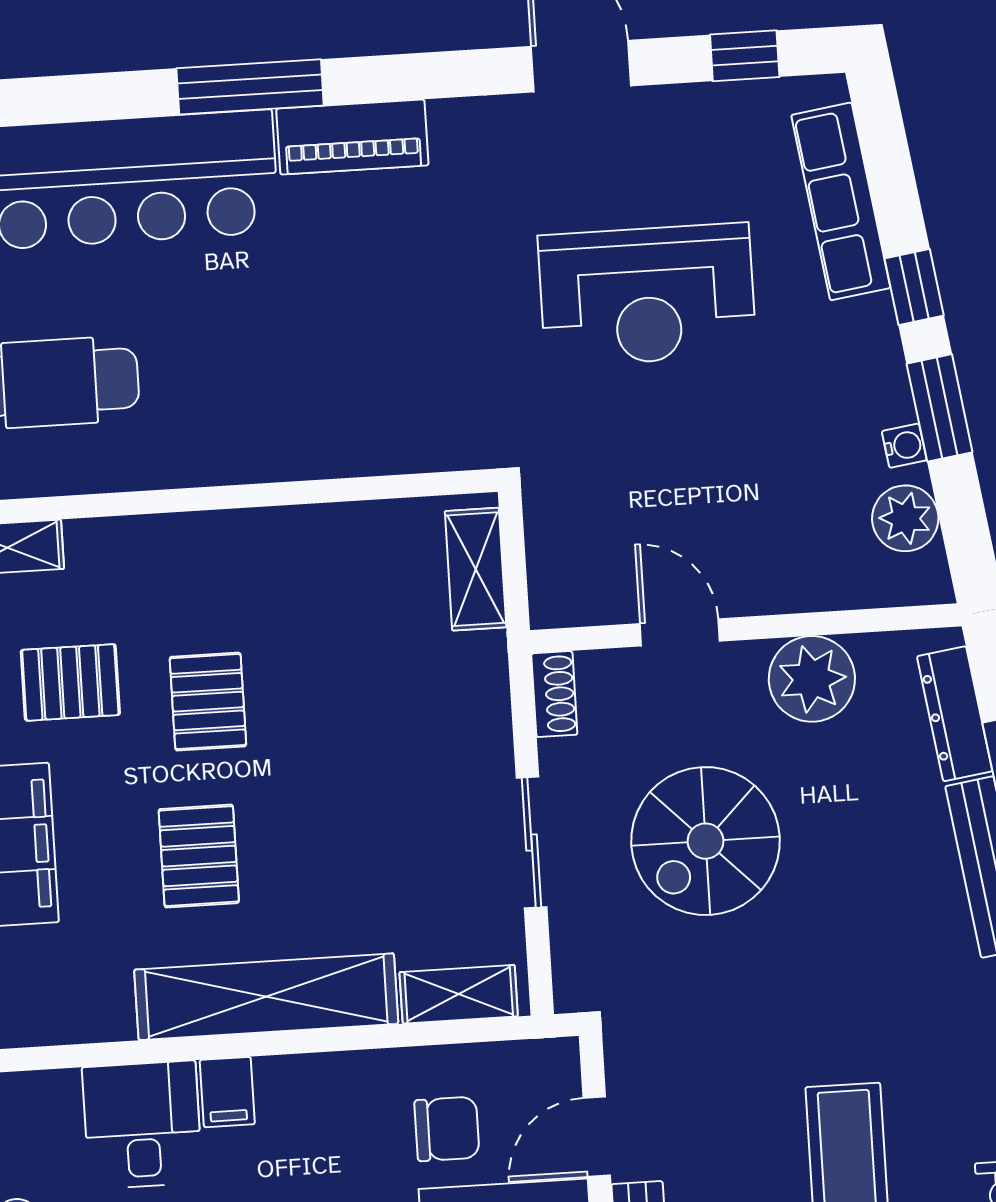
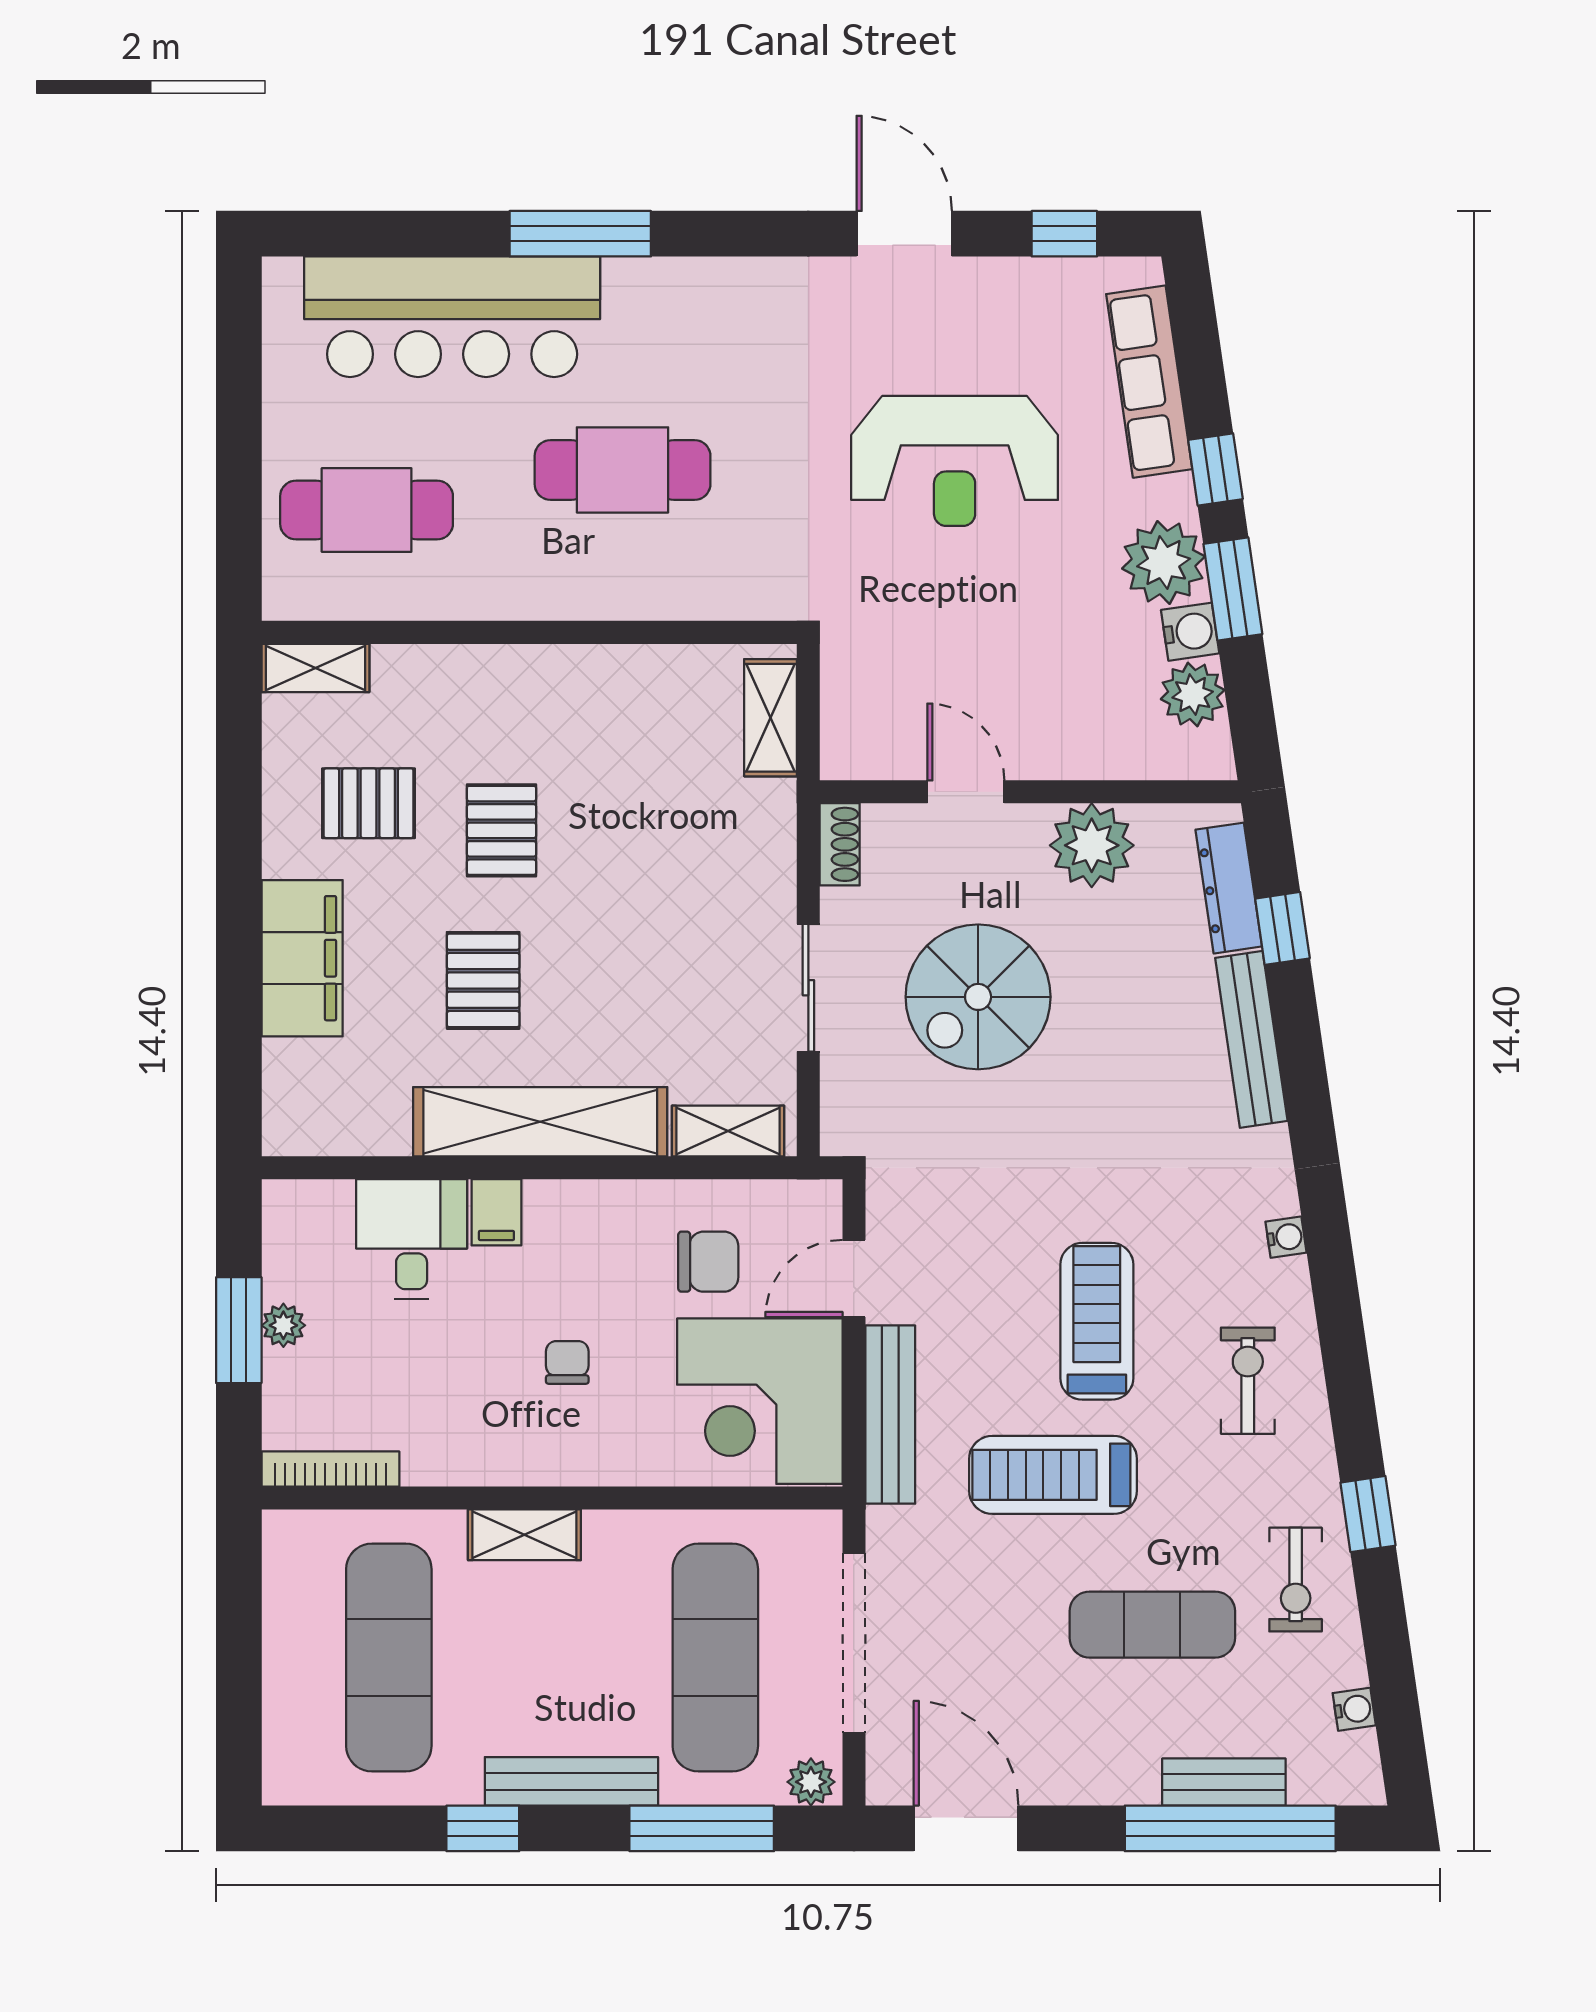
piano: (352, 137) -> (677, 289), removed
cafe table: (308, 326) -> (623, 470), added
plant: (867, 385) -> (1164, 563), added
water cooler: (904, 446) -> (1190, 632), width x1.38, depth x1.38

